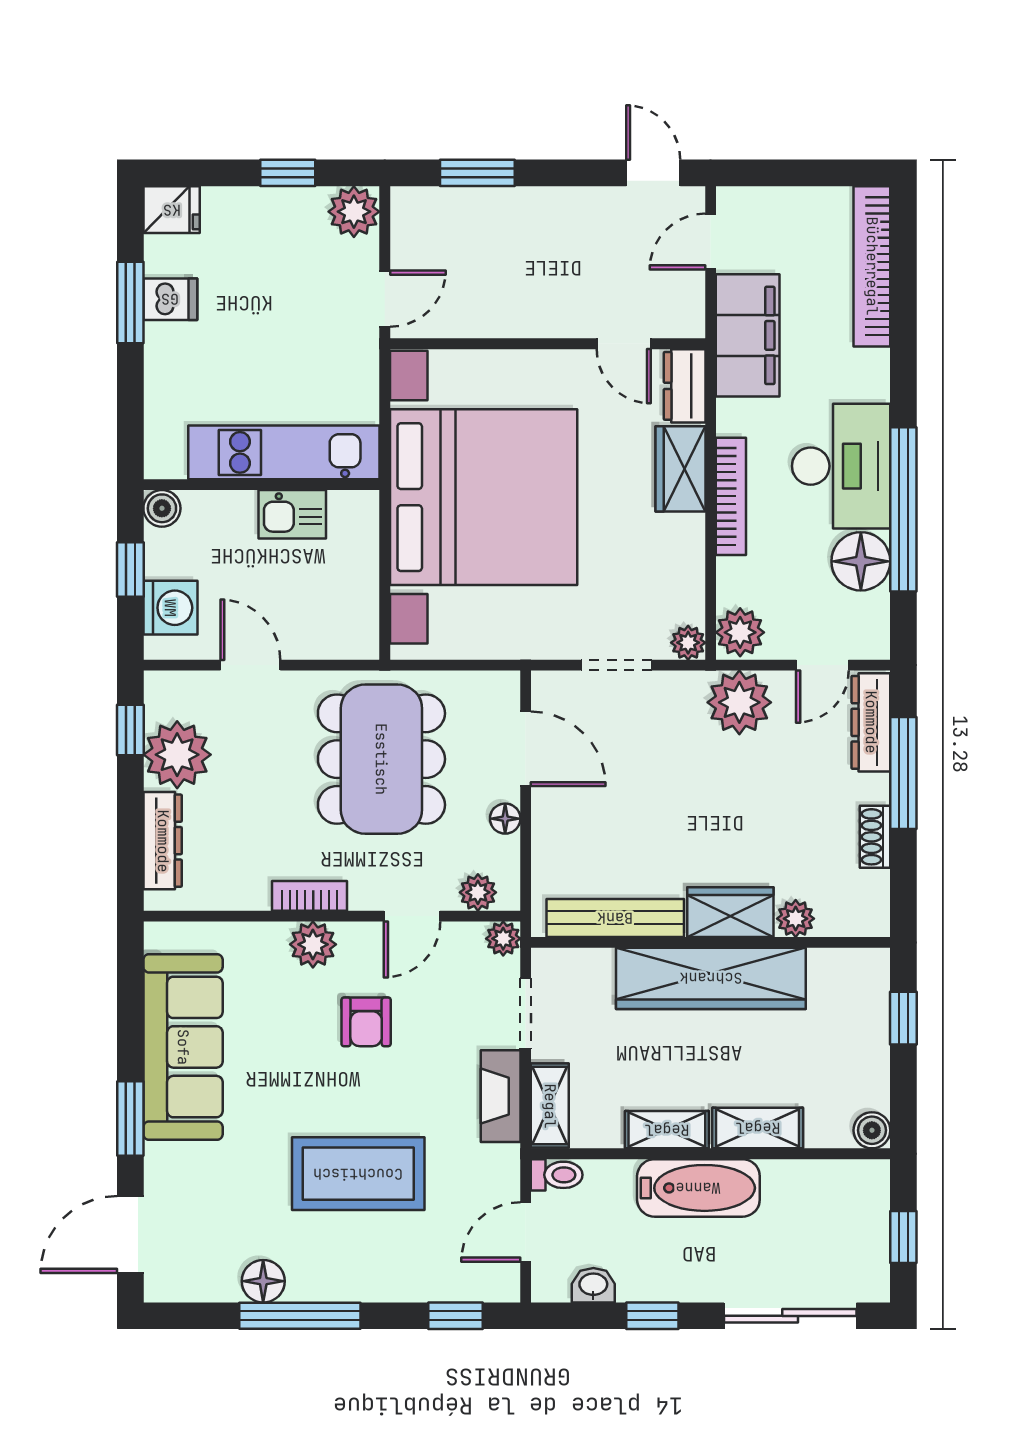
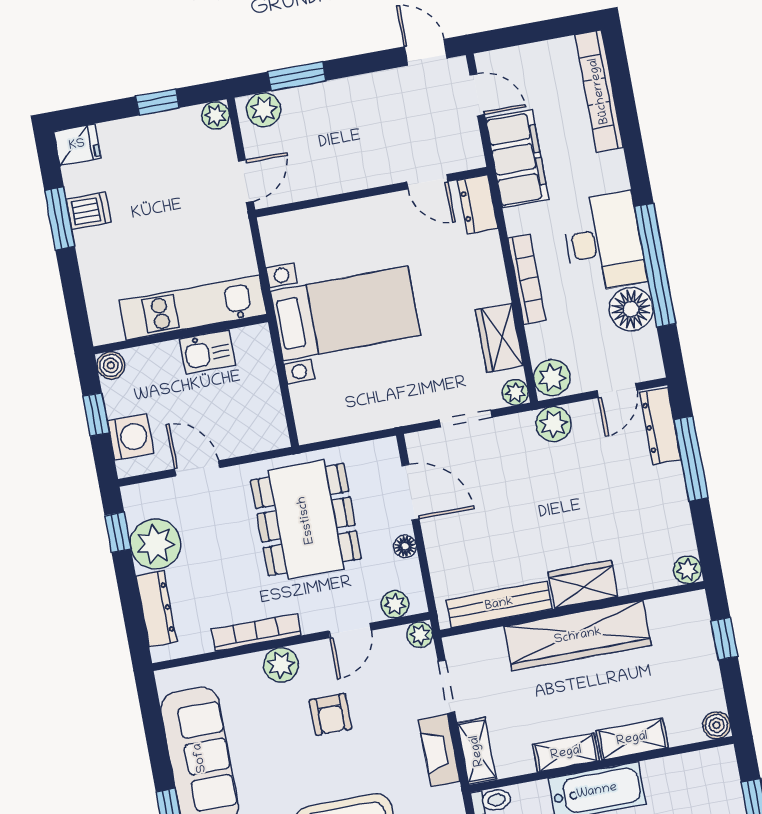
plant: (426, 209) -> (264, 110), added
plant: (354, 212) -> (216, 115), width x0.73, depth x0.73
door: (711, 242) -> (477, 95), swing flipped
wardrobe: (680, 469) -> (499, 338), moved
bed with nightstands: (484, 497) -> (345, 313), width x0.54
plant: (739, 702) -> (554, 424), width x0.73, depth x0.73
shoe rack: (875, 837) -> (679, 509), removed
bookcase: (309, 896) -> (256, 632), width x1.56
plant: (796, 919) -> (687, 570), moved

